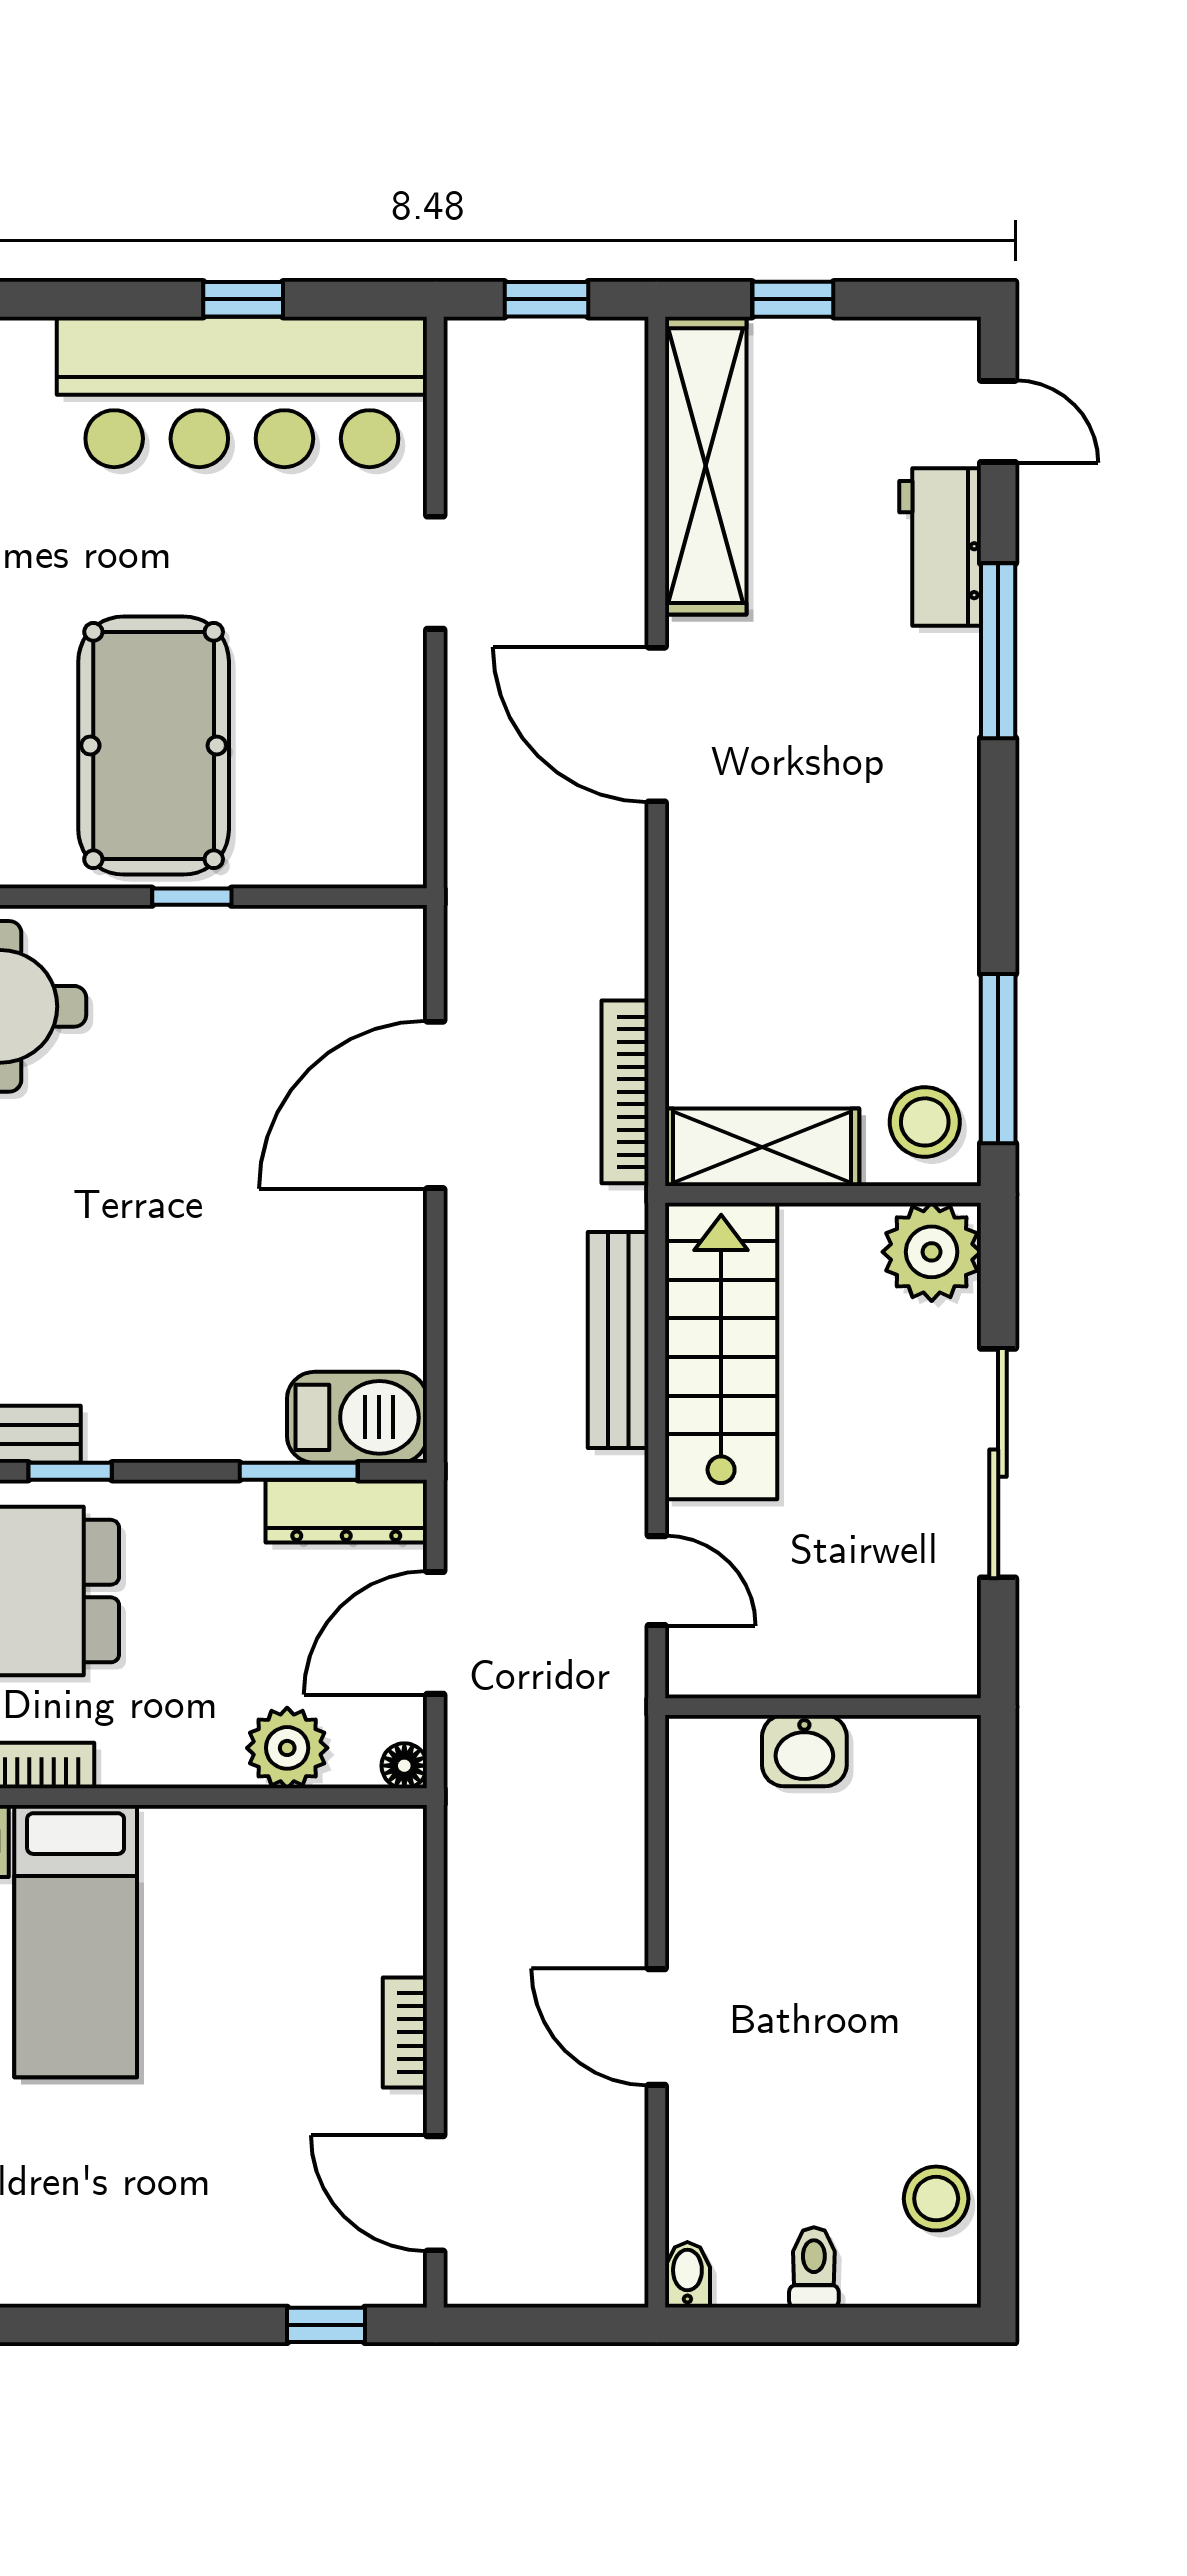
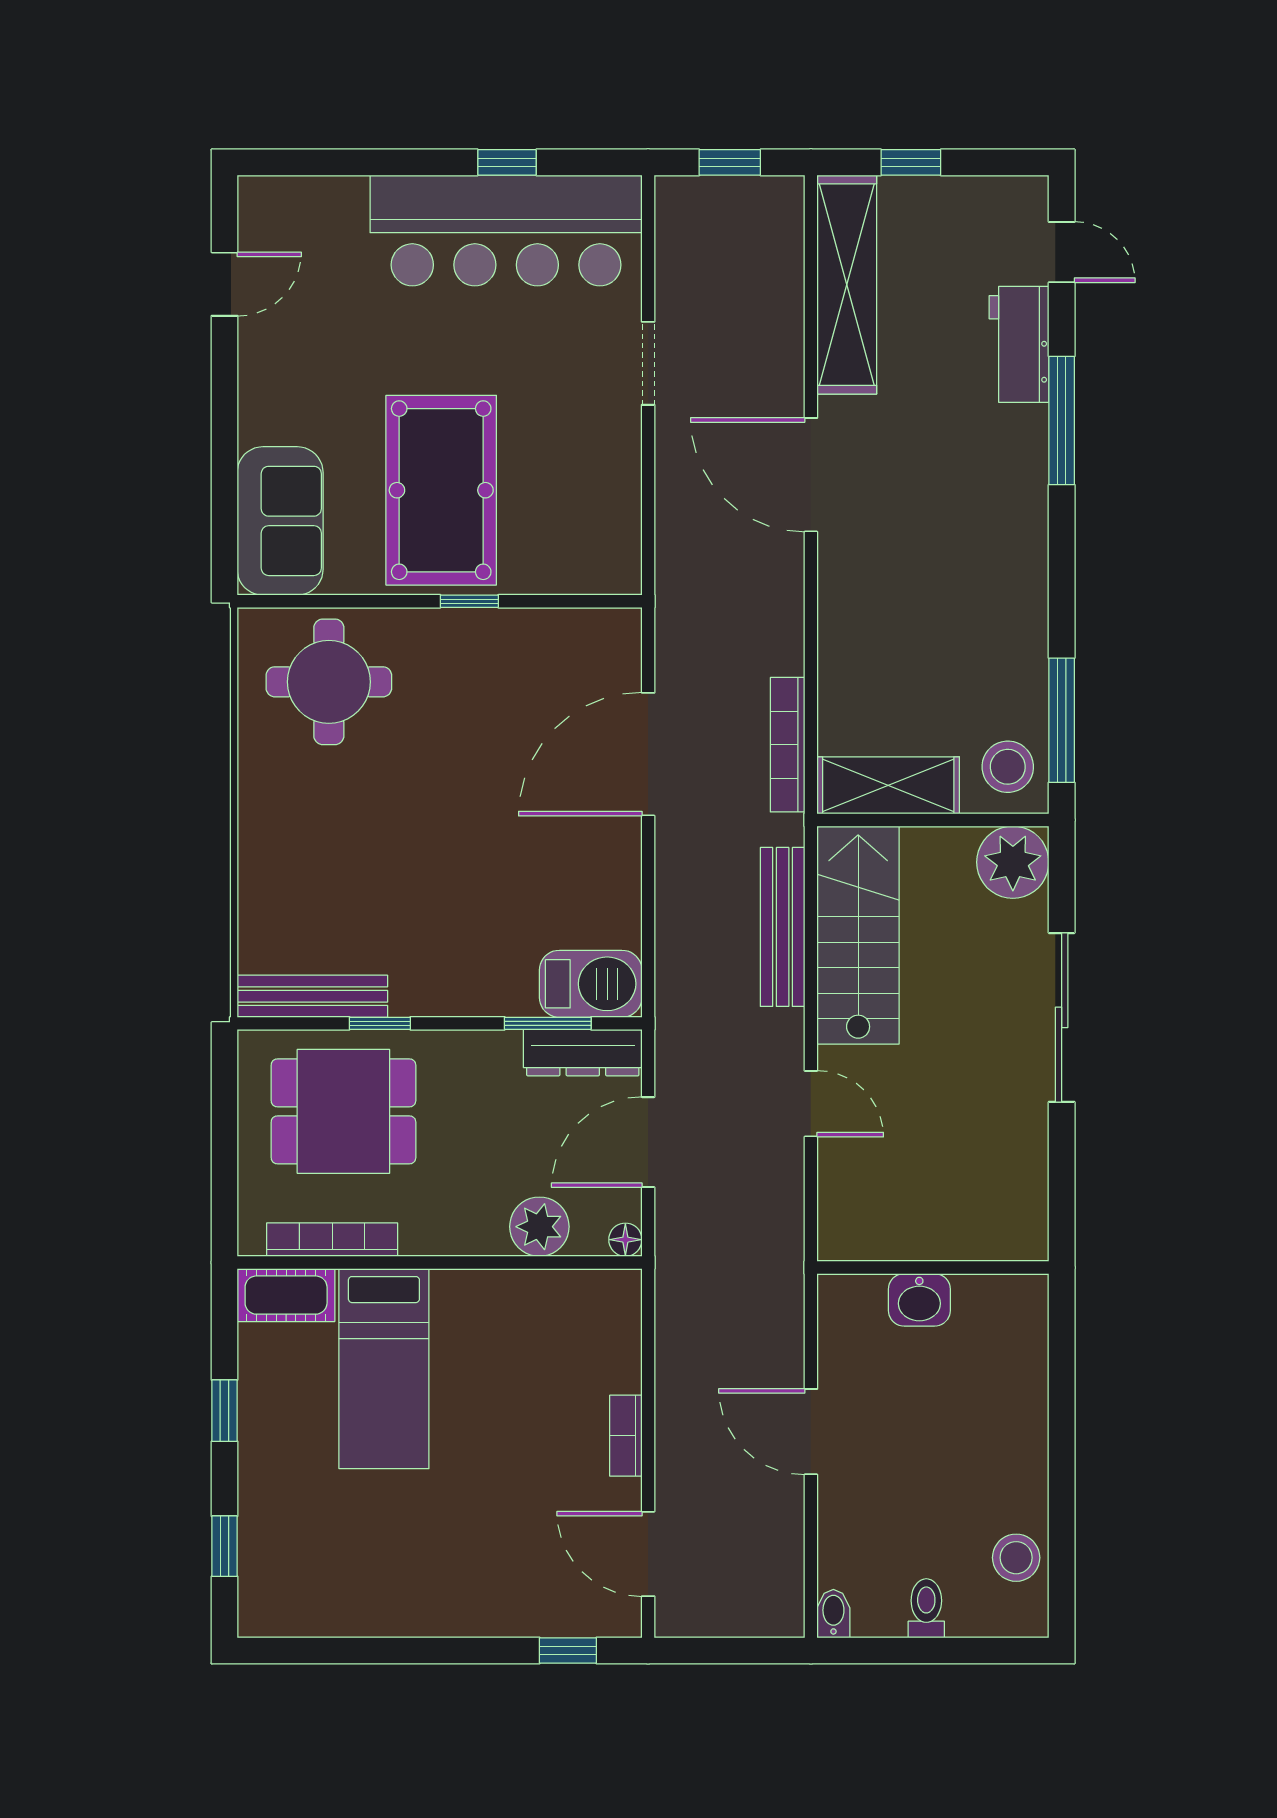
wall: (823, 1707) -> (933, 1268), moved
washbasin: (804, 1751) -> (919, 1300), moved

